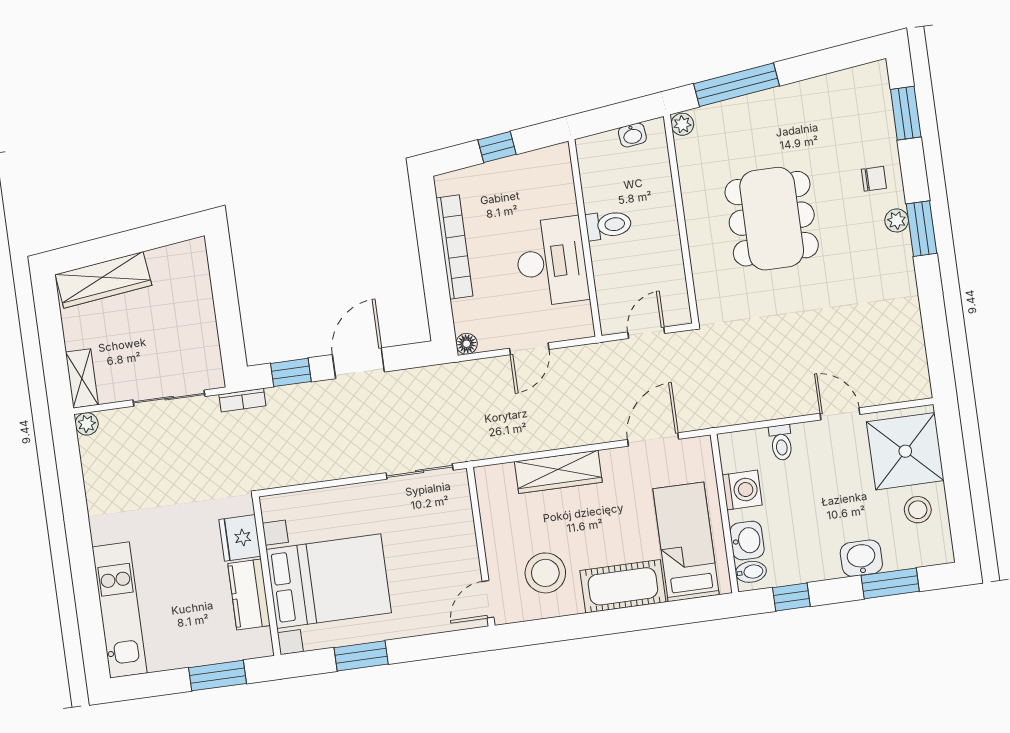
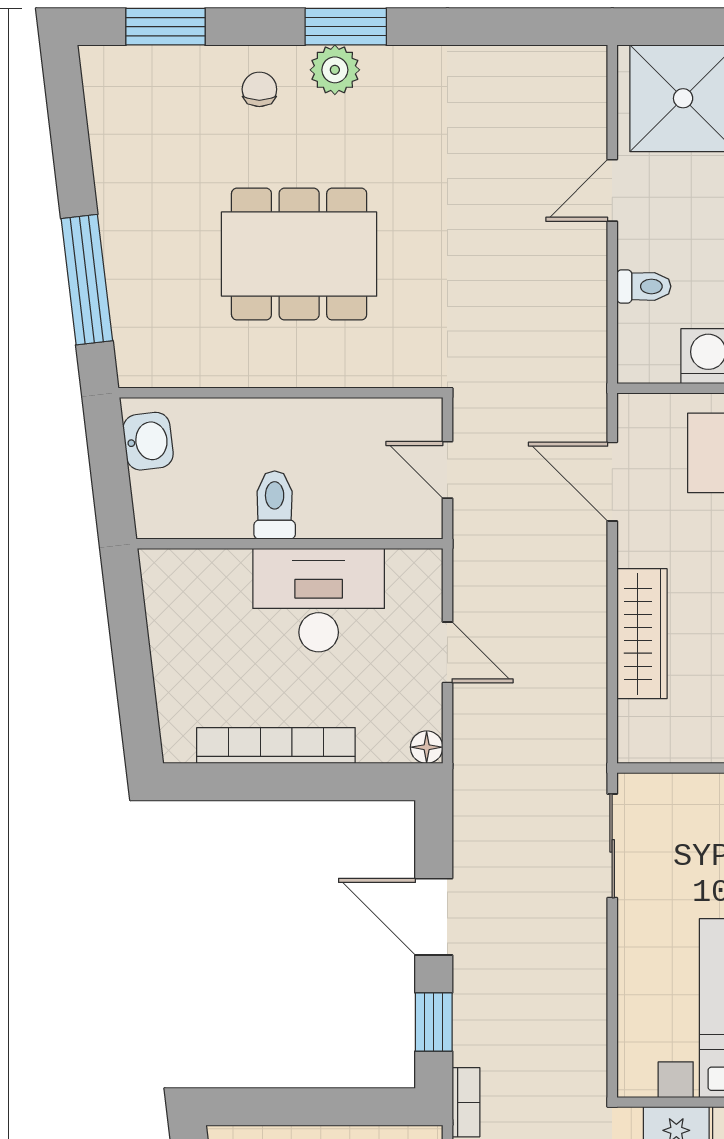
plant: (682, 124) -> (136, 371), removed
washbasin: (632, 135) -> (148, 441), width x1.38, depth x1.45
window: (497, 147) -> (132, 659), removed
plant: (897, 220) -> (335, 70), width x1.38, depth x1.38

